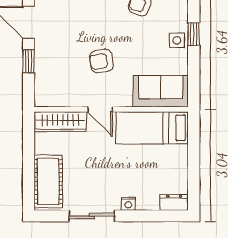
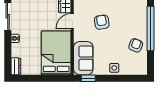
window: (194, 34) -> (88, 78), moved
bed: (152, 128) -> (56, 53), width x1.50

